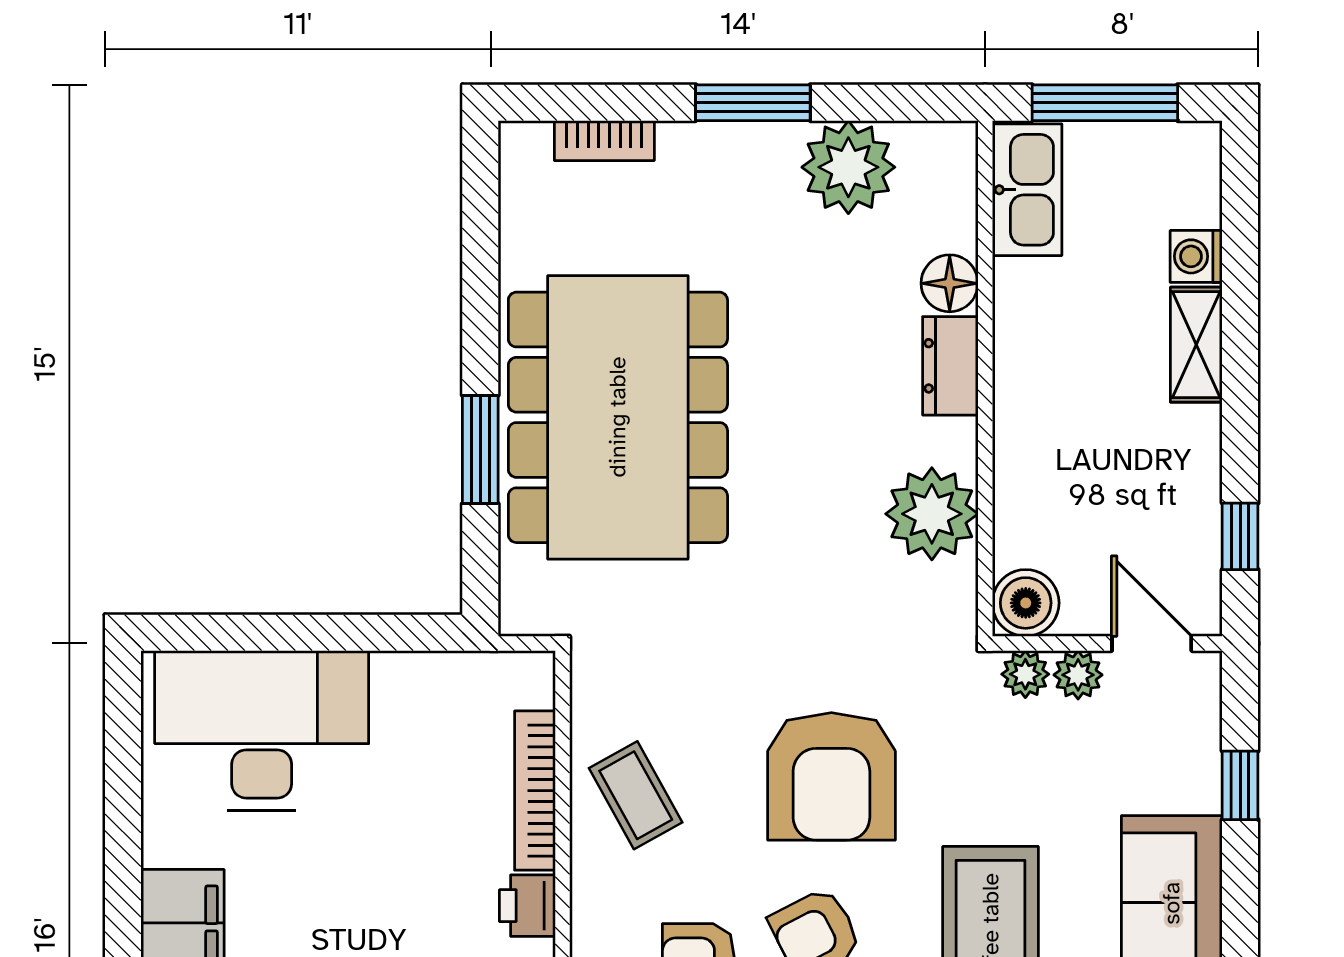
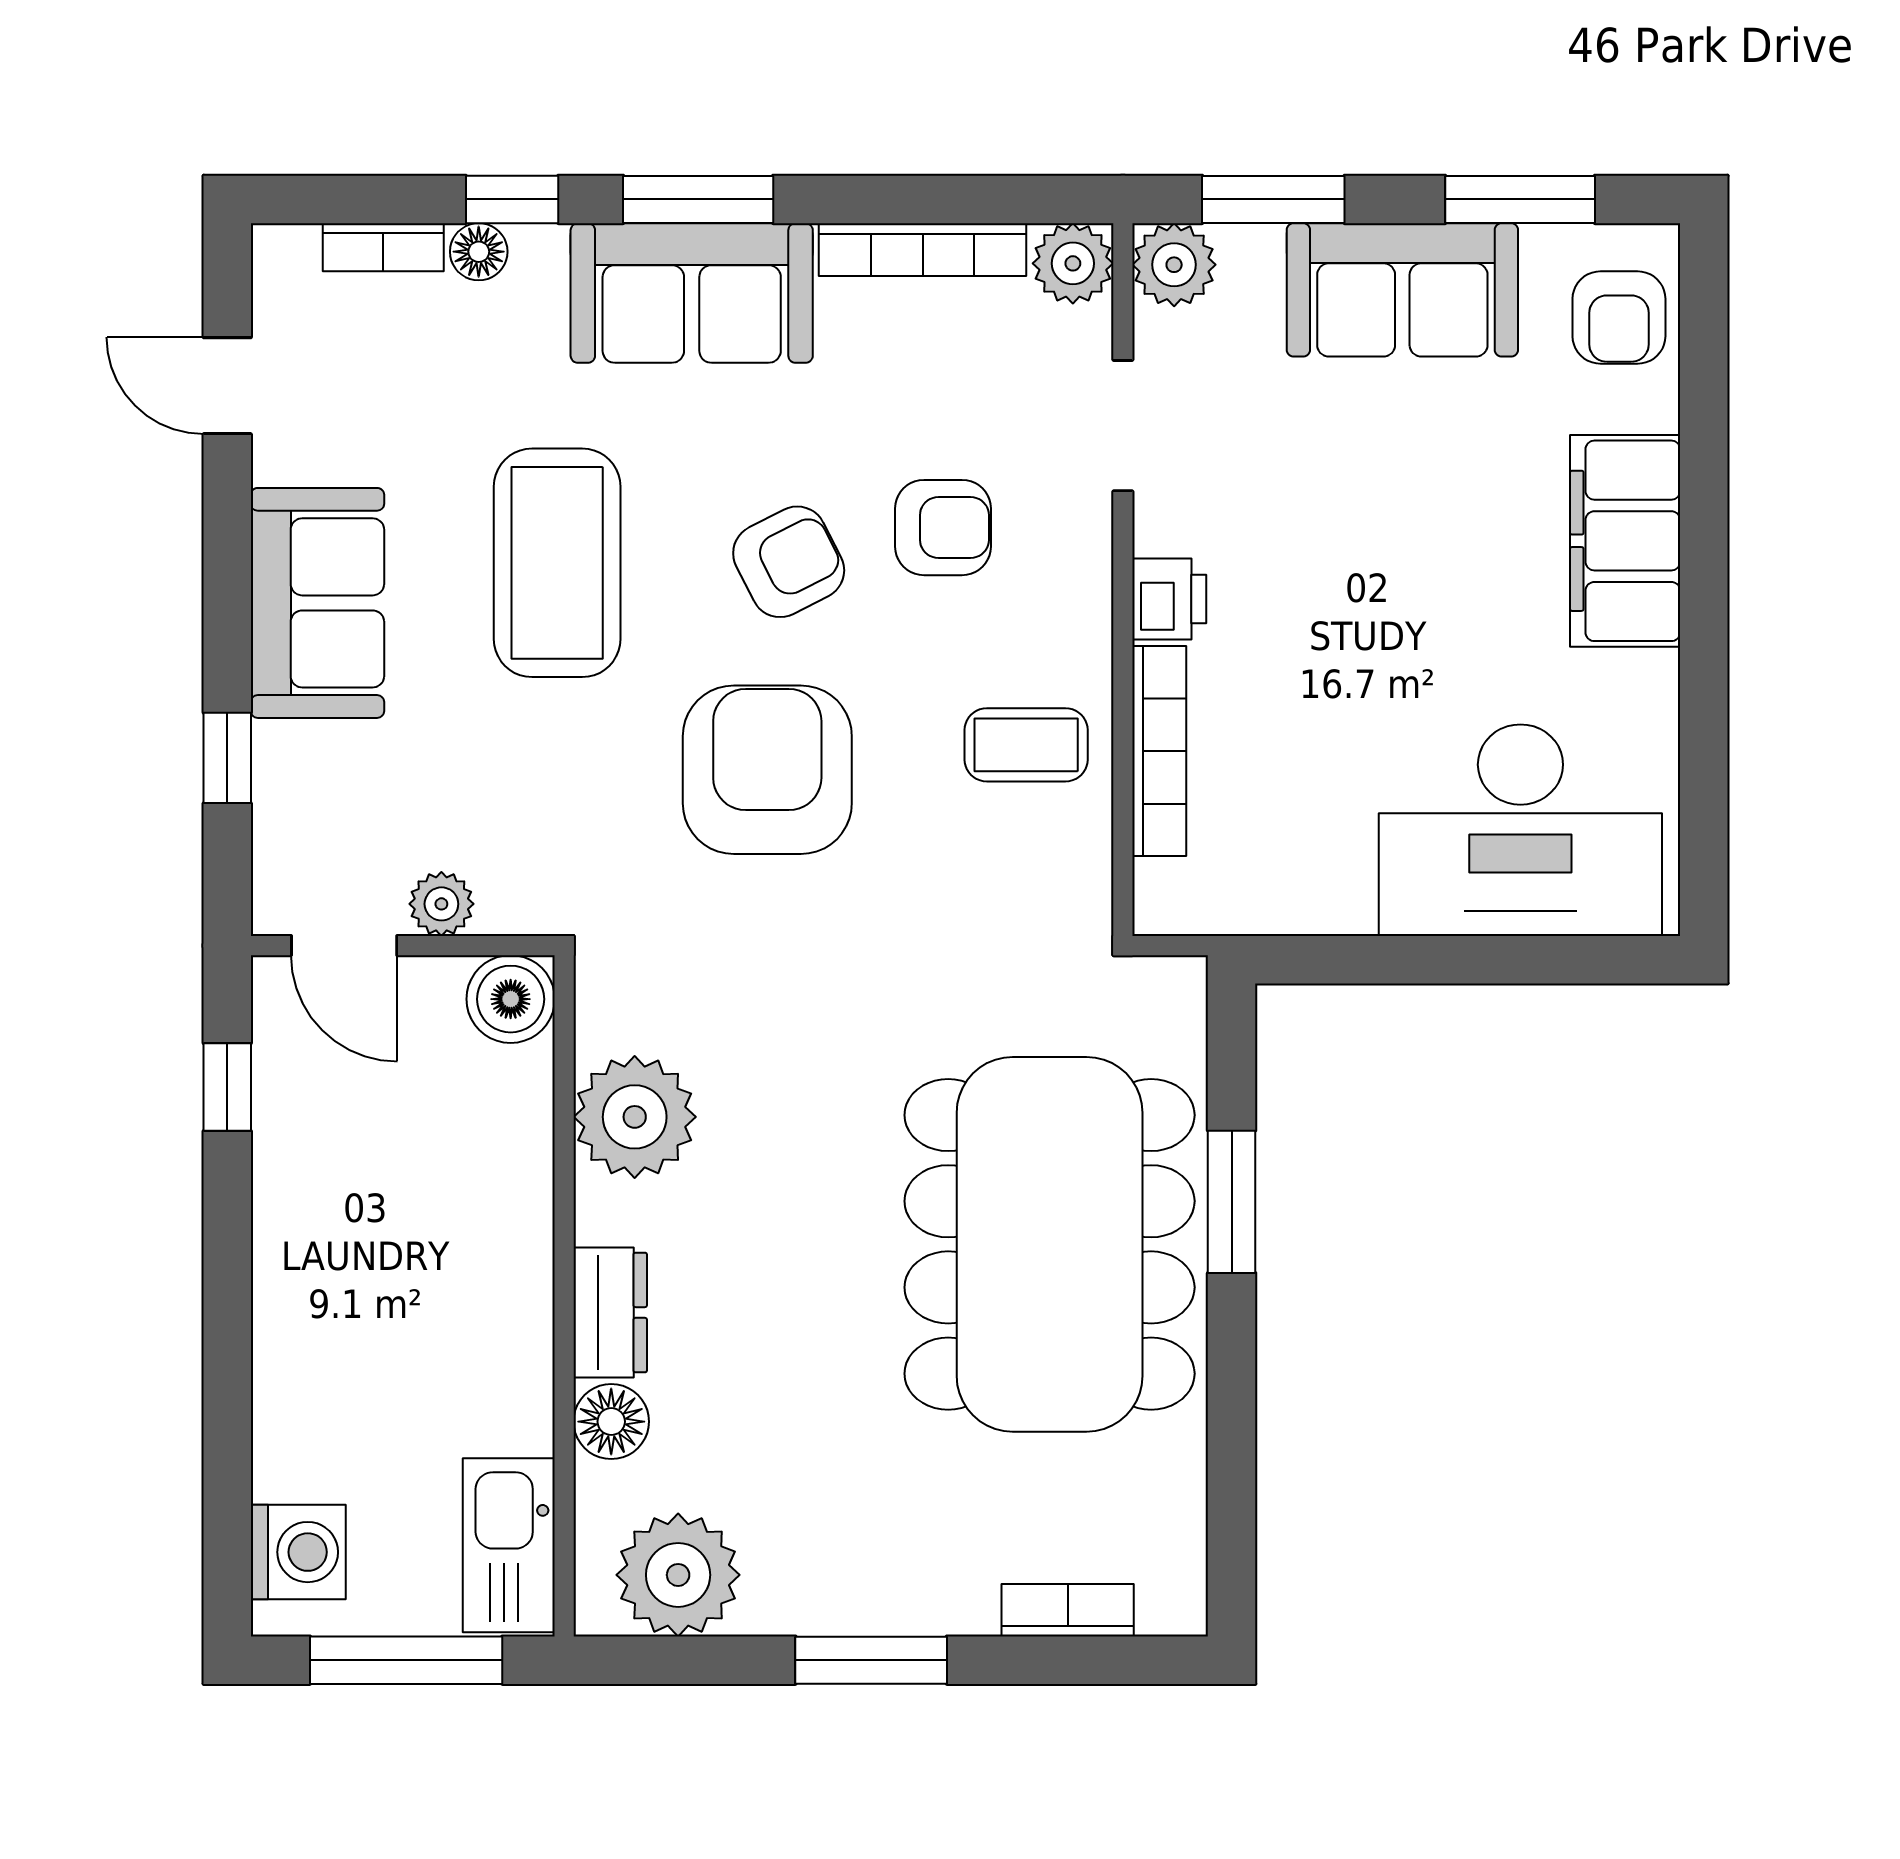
plant: (848, 167) -> (678, 1575), moved
washing machine: (1196, 256) -> (298, 1552), moved, width x1.38, depth x1.38
shelving: (1196, 345) -> (285, 1340), removed
plant: (1025, 674) -> (511, 905), removed
coffee table: (636, 795) -> (1026, 745), turned -61

